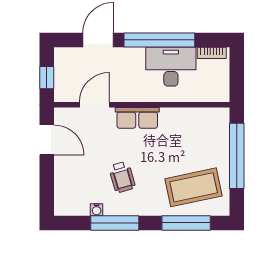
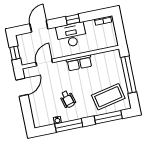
window: (159, 40) -> (73, 19), width x0.32
desk: (171, 67) -> (71, 35), moved
row of seats: (137, 118) -> (79, 63), moved
door: (47, 140) -> (22, 87), hinge flipped

